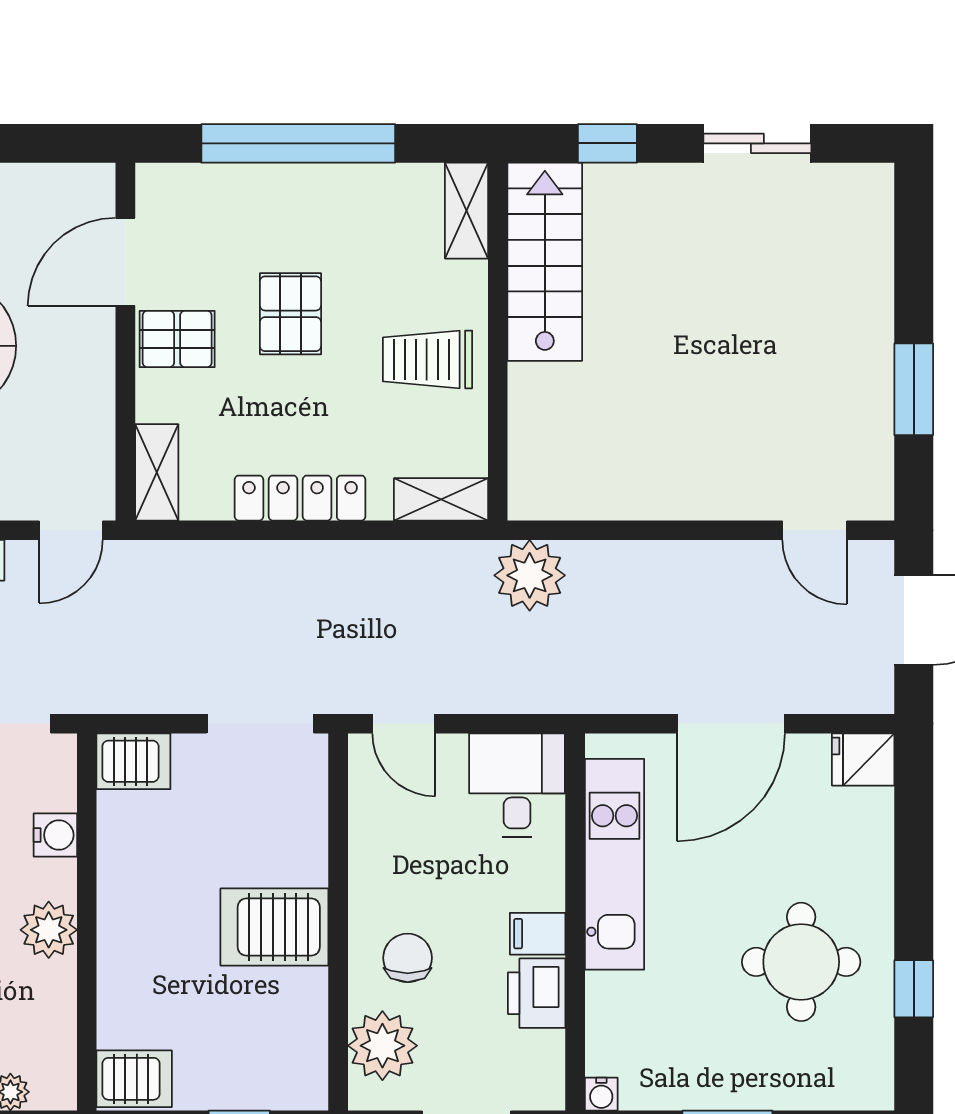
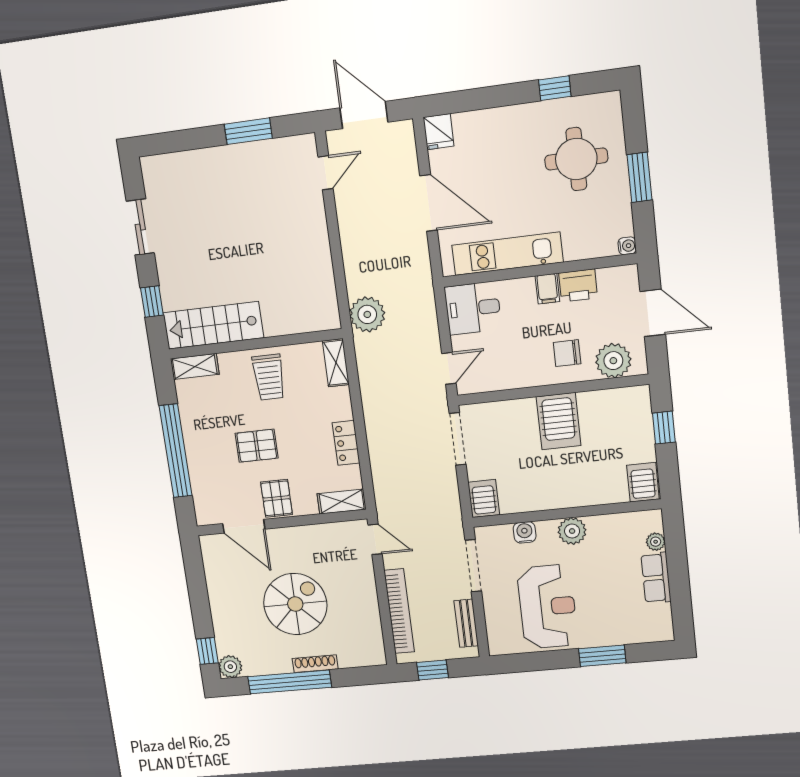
locker: (300, 498) -> (346, 443), width x0.66
round table: (801, 962) -> (576, 159), moved

